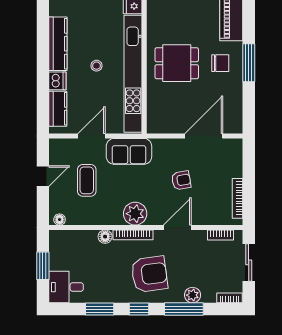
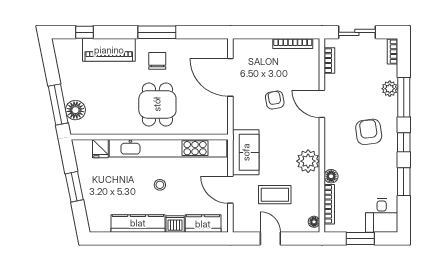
plant: (135, 214) -> (308, 161), moved
bookcase: (133, 235) -> (329, 204), moved
armchair: (149, 274) -> (369, 132), width x0.73, depth x0.73

